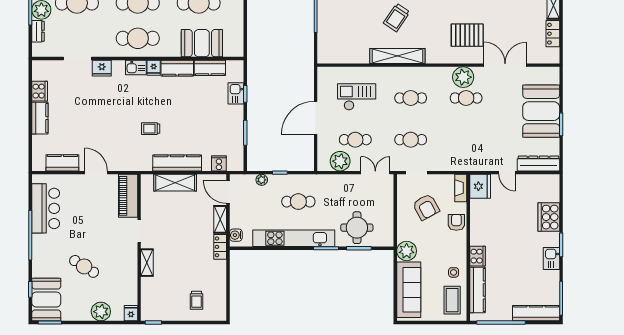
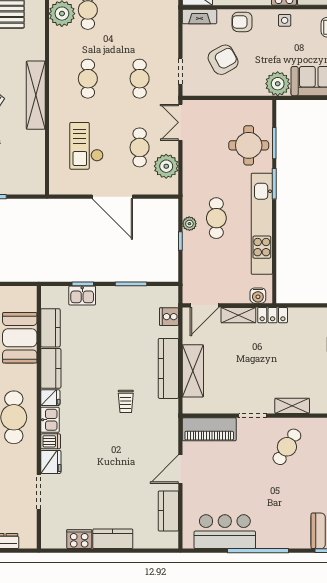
dishwasher: (118, 68) -> (51, 441), added
plant: (262, 180) -> (189, 224), moved
cafe table: (84, 266) -> (287, 447), moved
side table: (454, 272) -> (285, 20), moved

